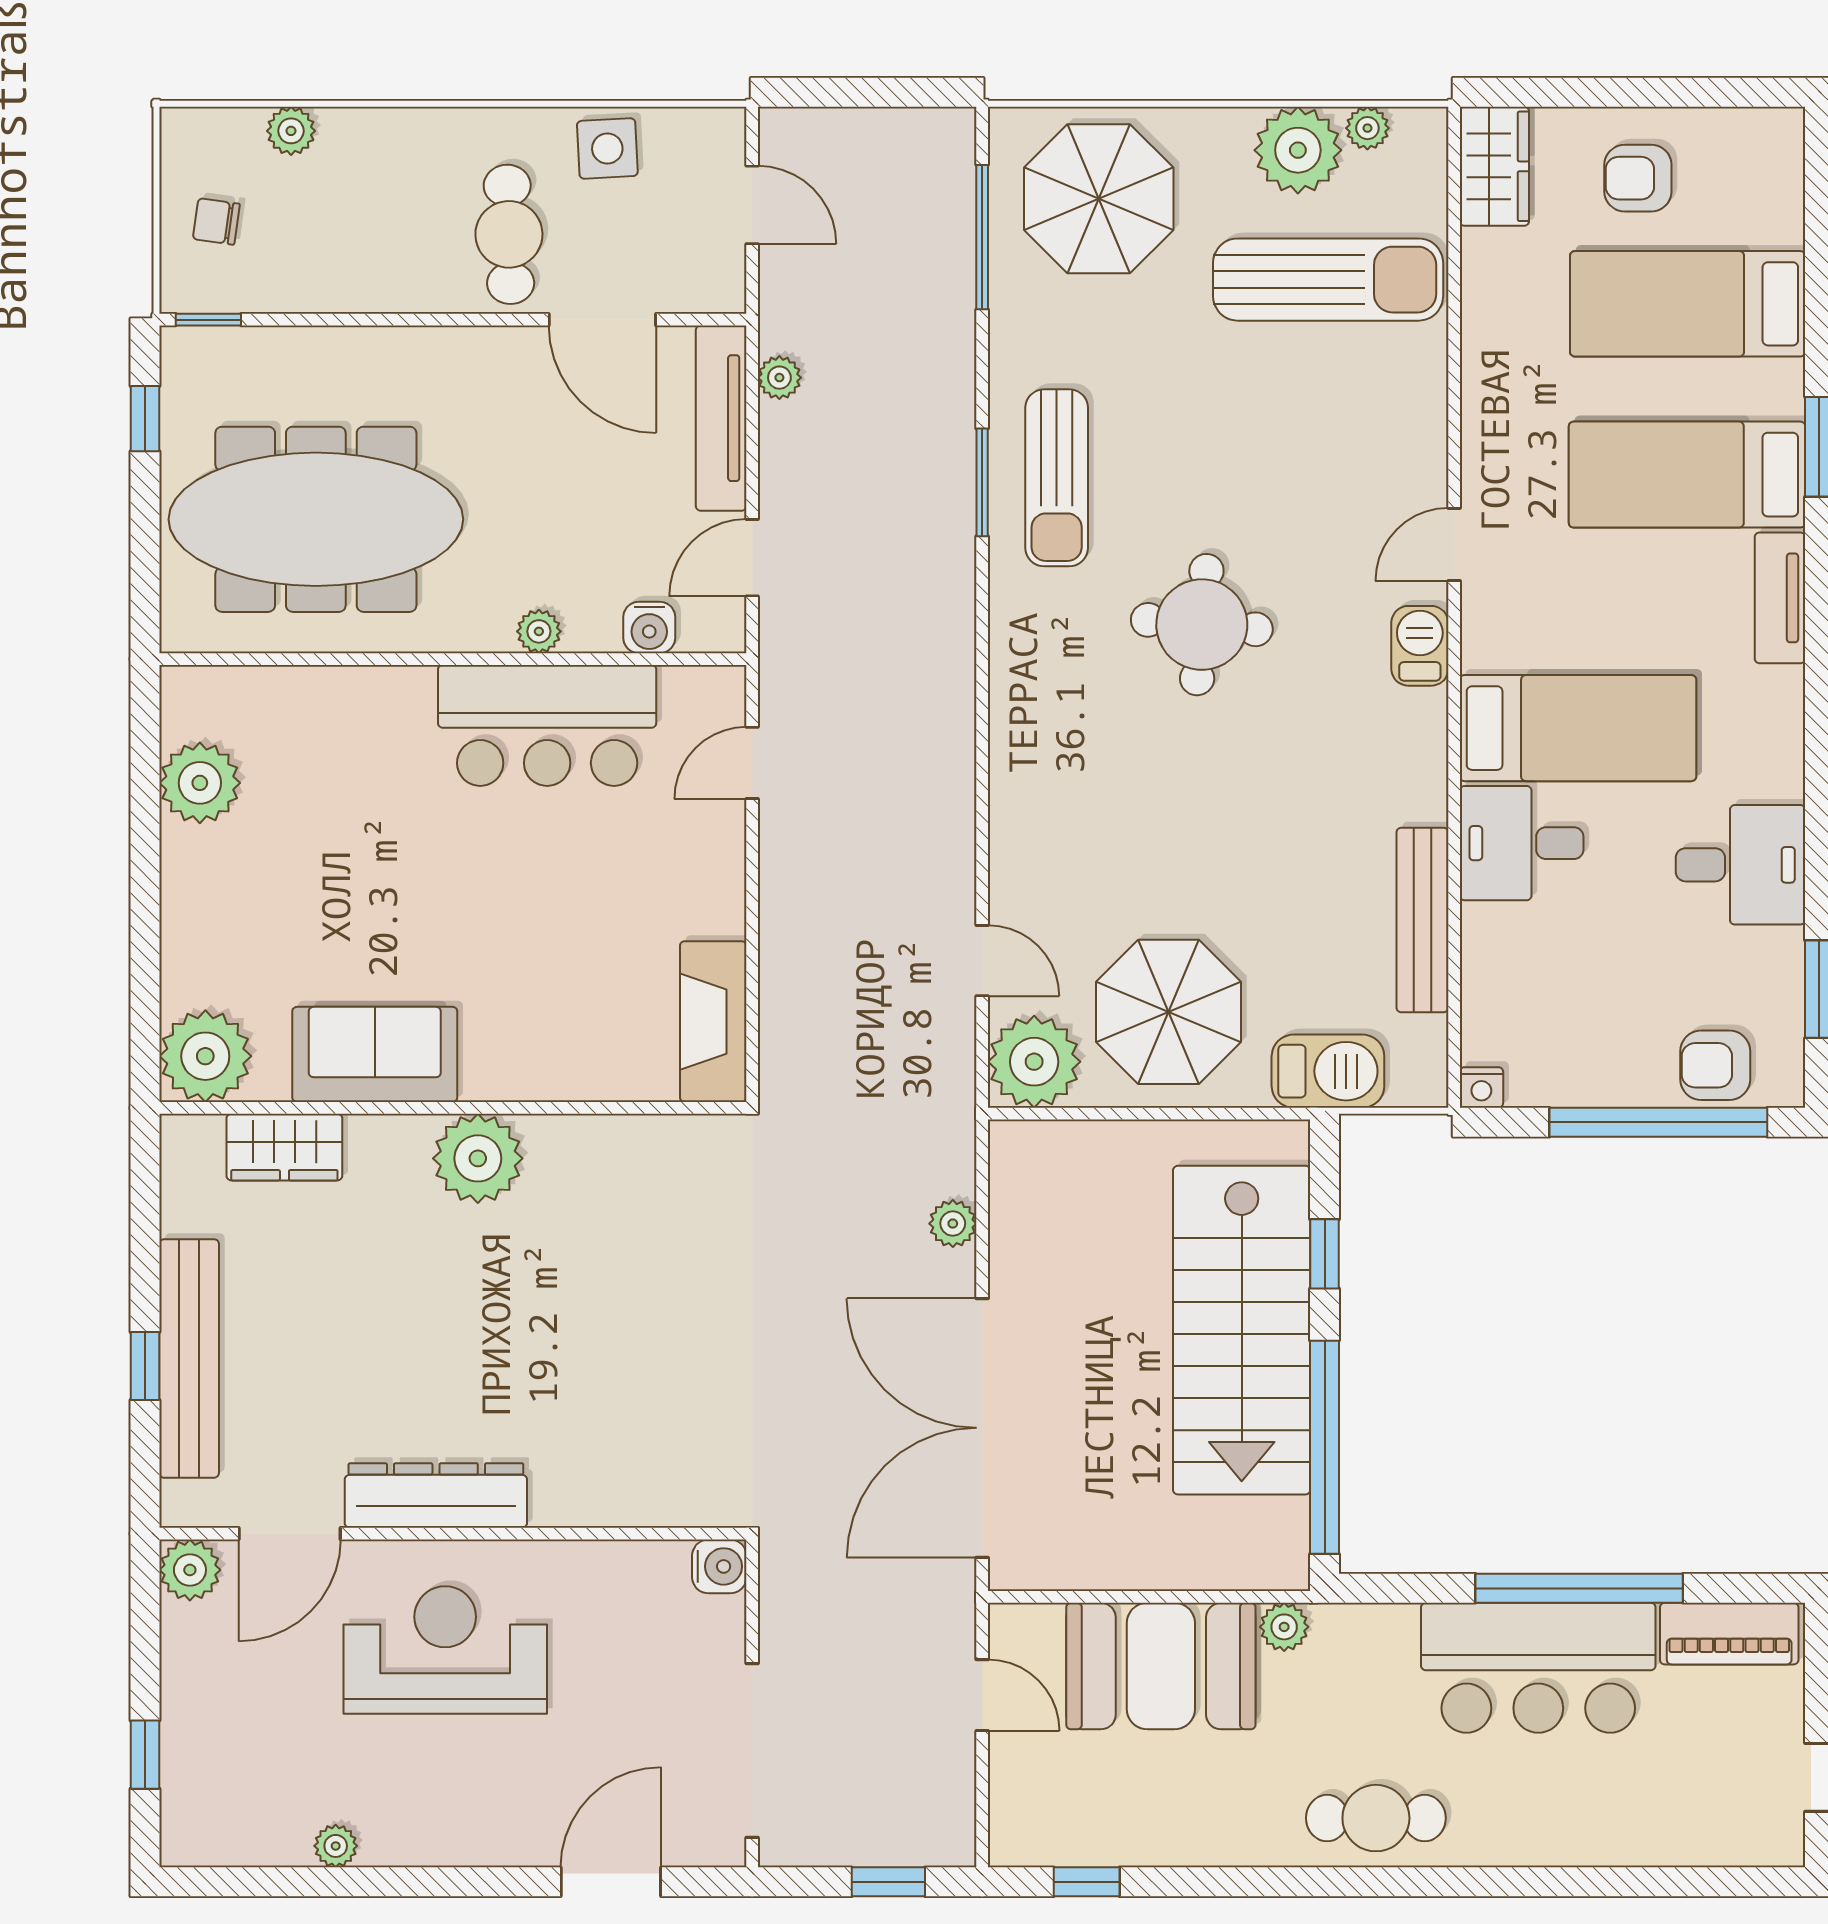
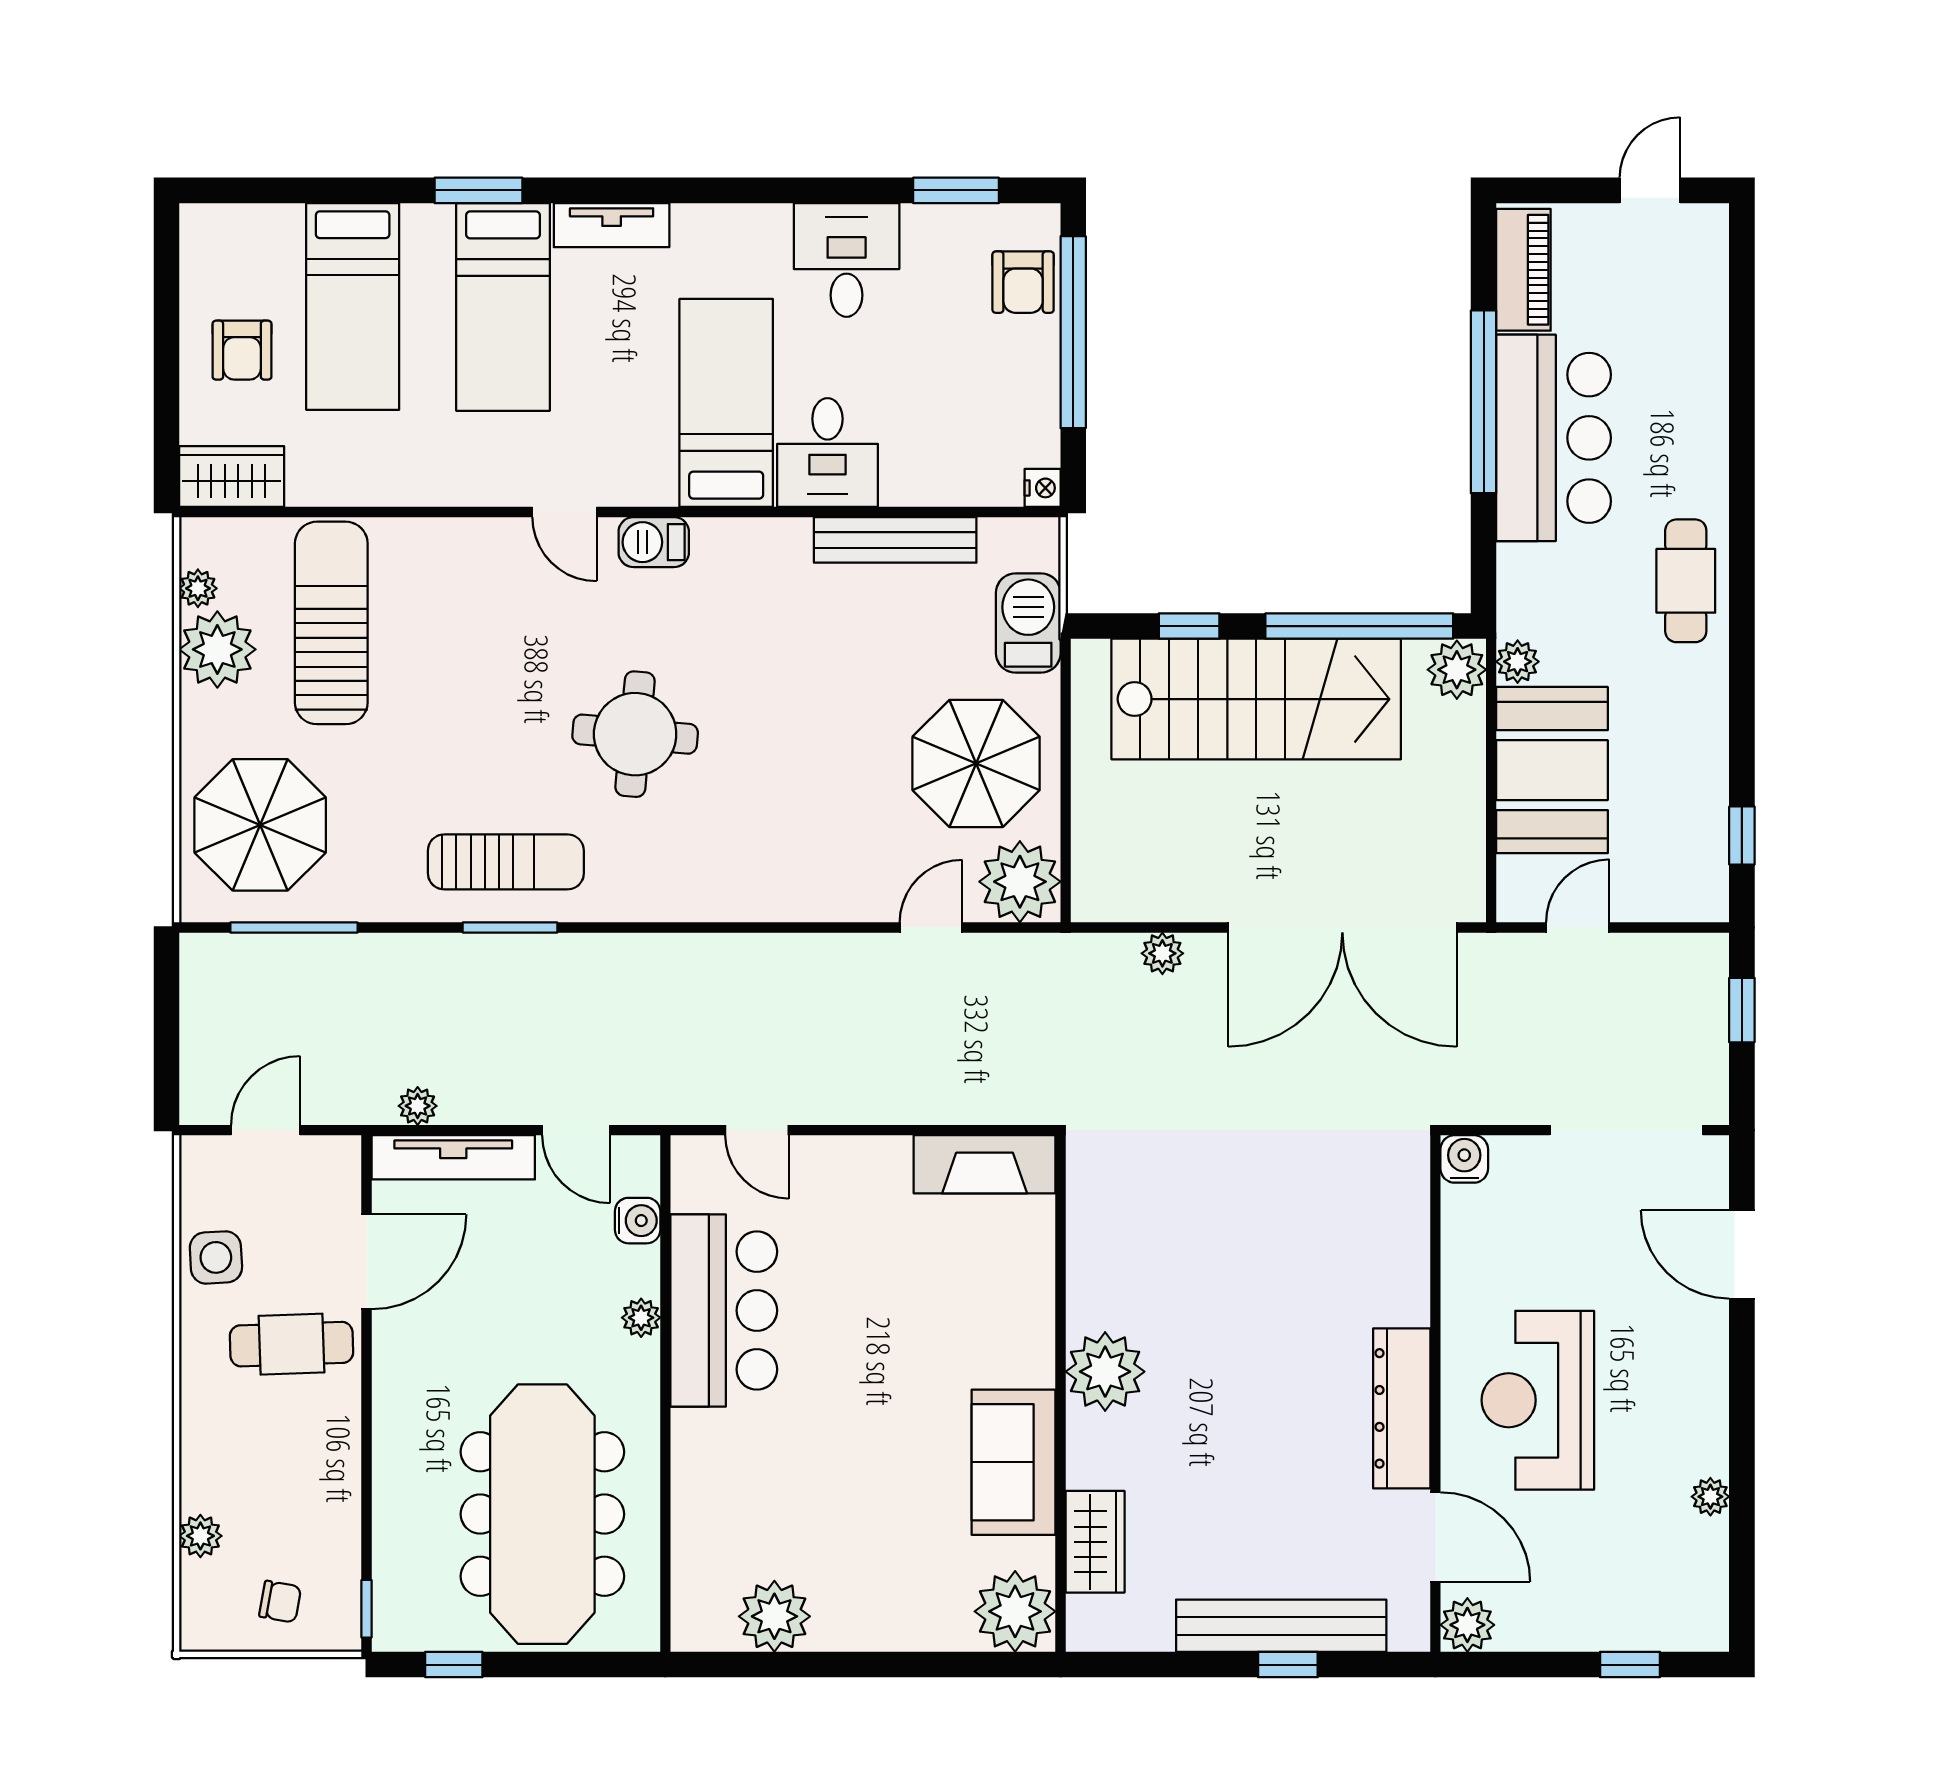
chair: (216, 221) -> (280, 1602), turned -88
plant: (1275, 1558) -> (1457, 670), added

